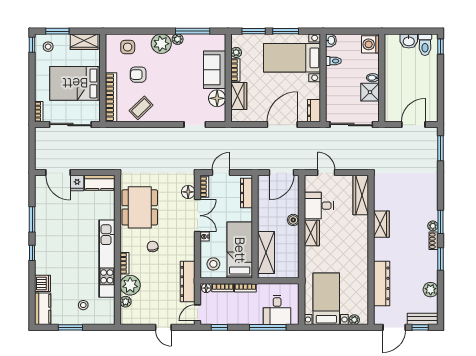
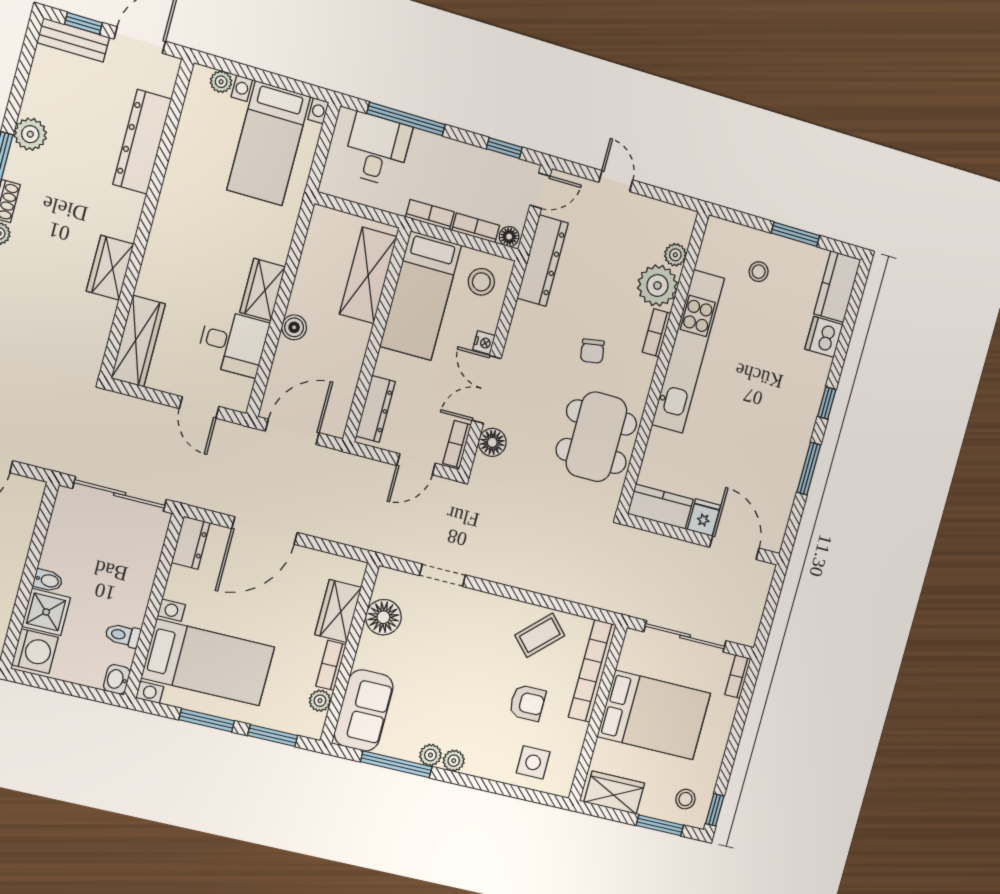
plant: (161, 44) -> (454, 761), width x0.53, depth x0.53
sofa: (215, 70) -> (364, 710), moved
shower: (370, 92) -> (46, 612), moved
plant: (431, 290) -> (30, 134), moved

